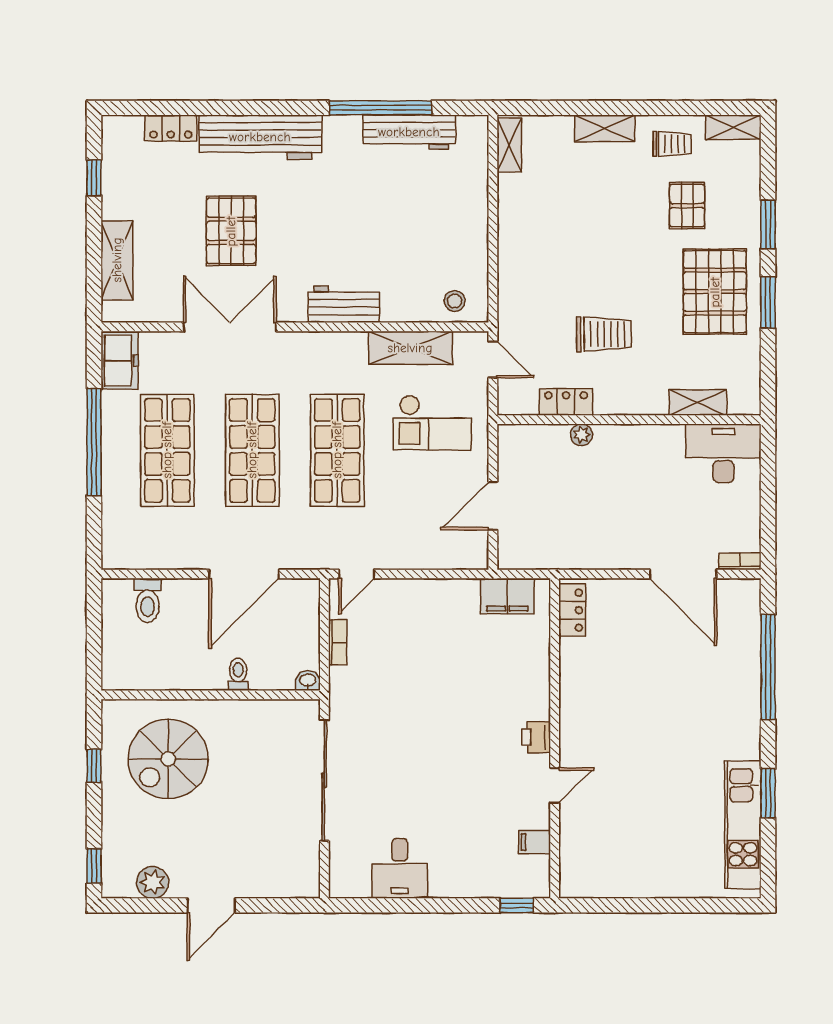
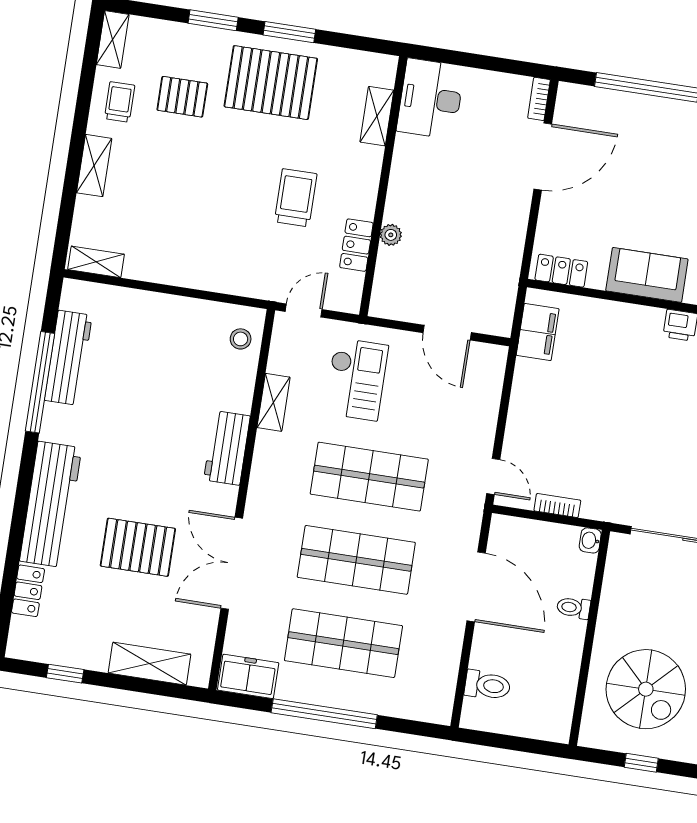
shelving: (410, 348) -> (274, 402), width x0.67, depth x0.75
sofa: (581, 696) -> (647, 275), added

